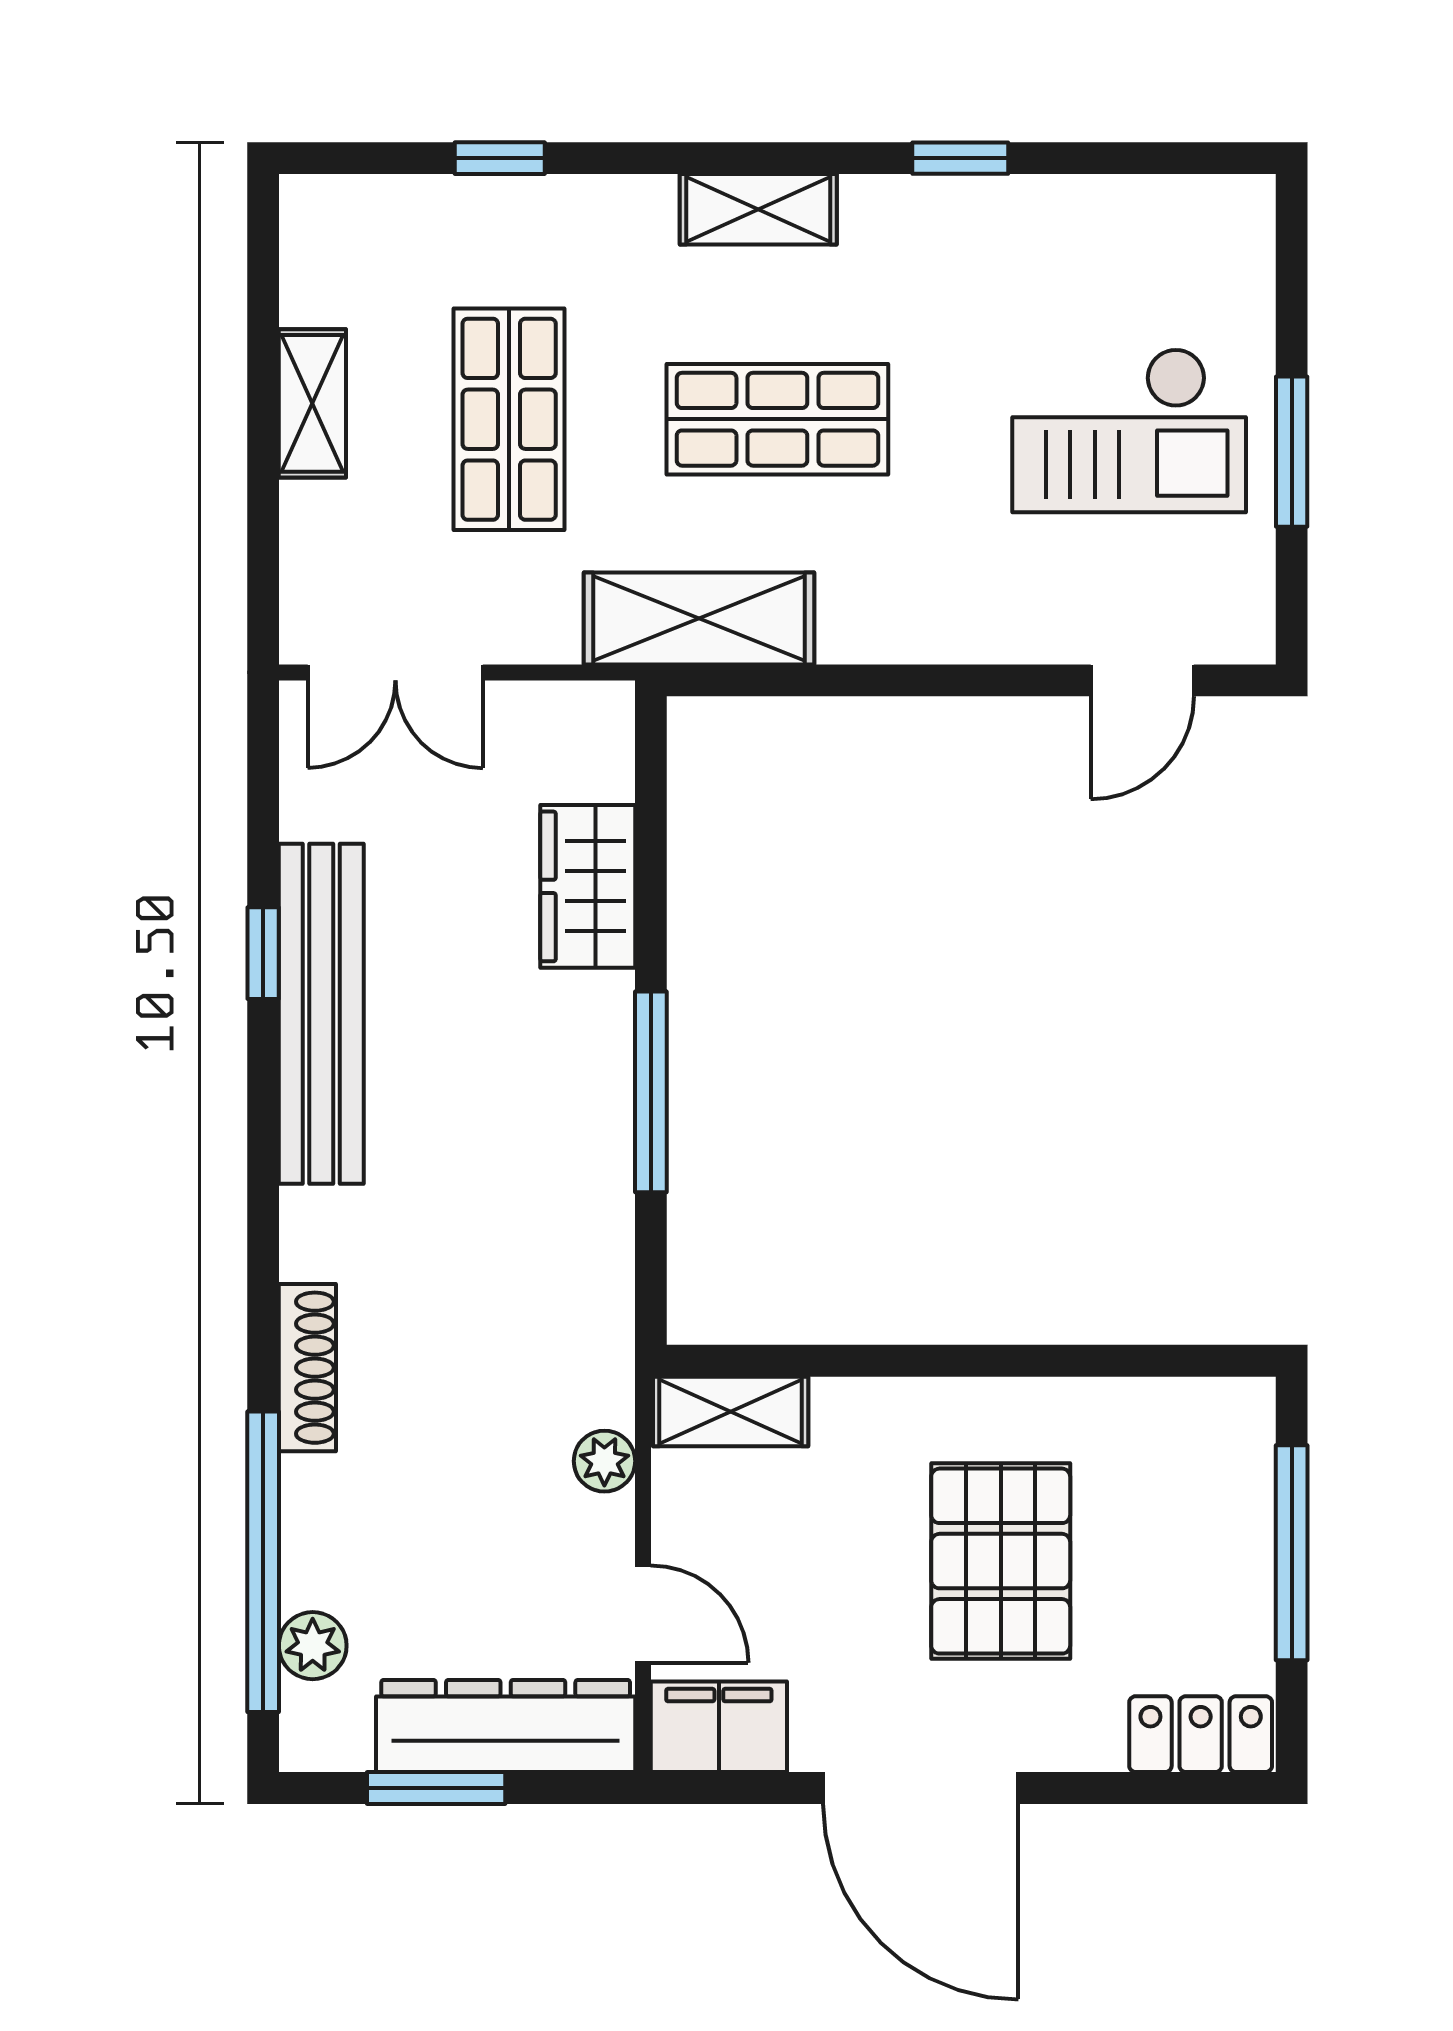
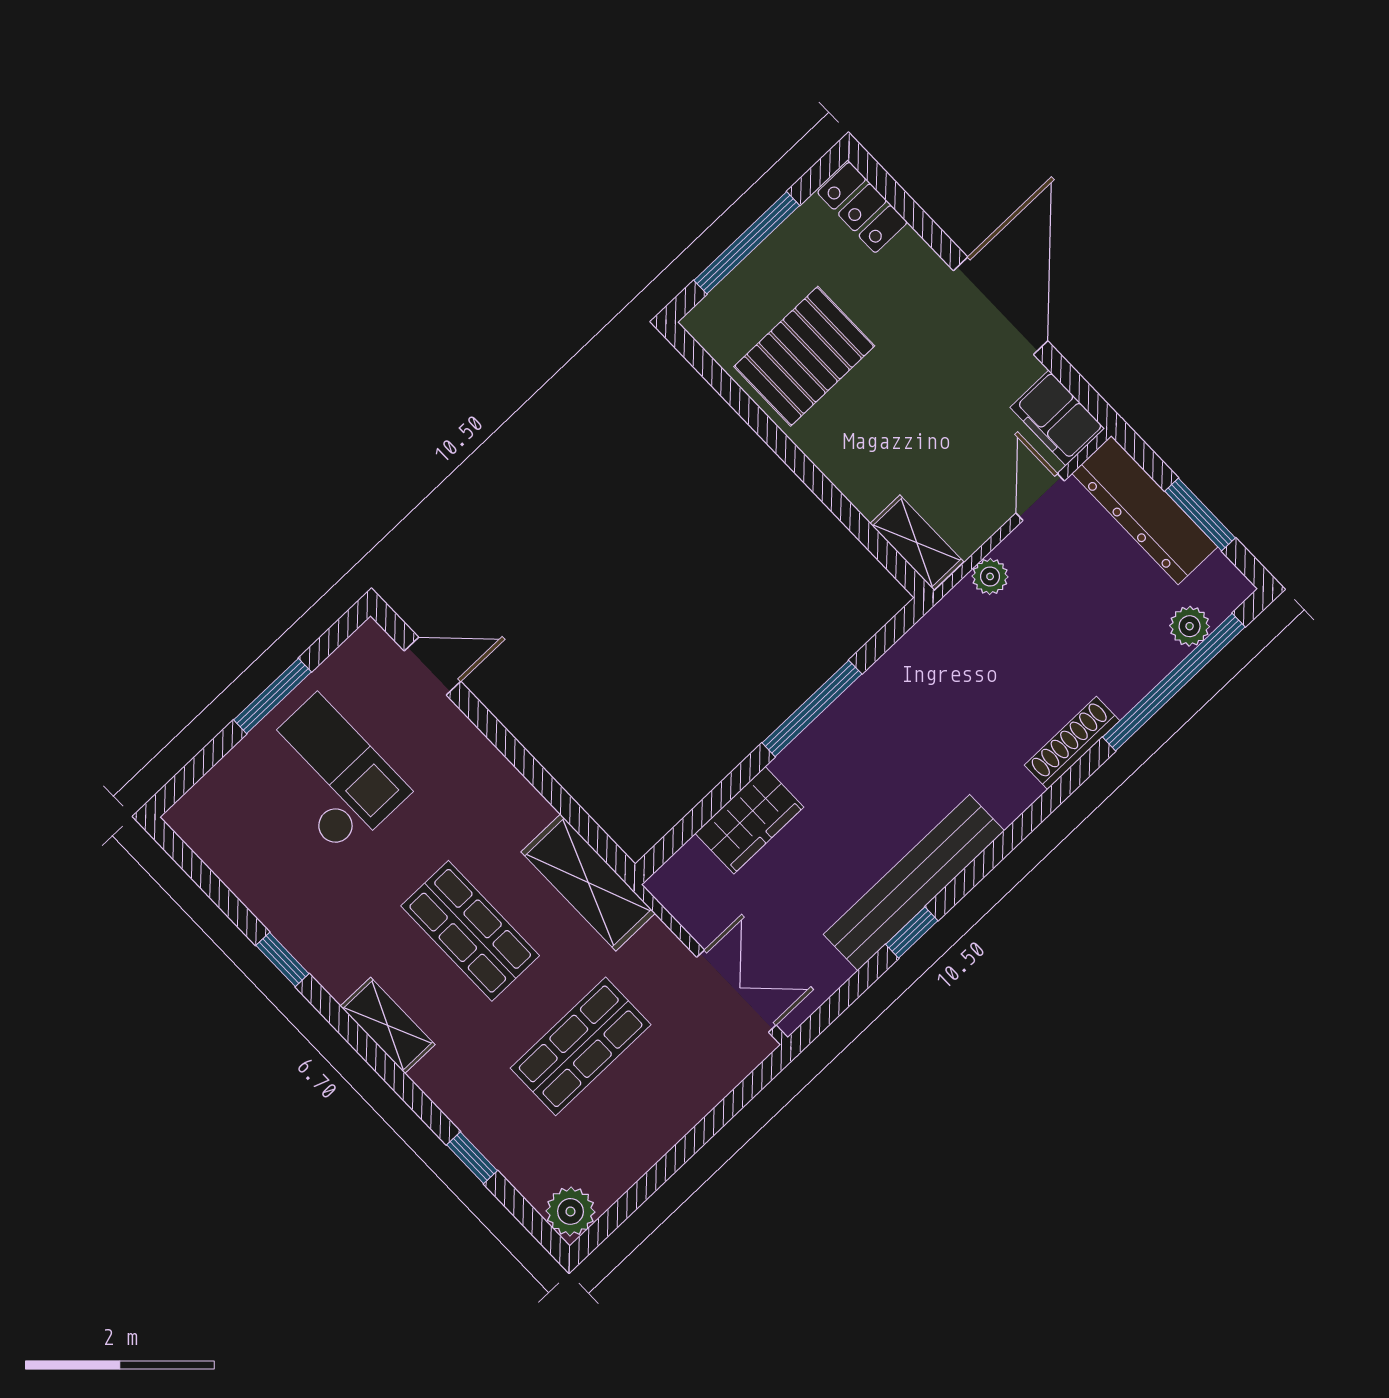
plant: (320, 215) -> (570, 1211), added
shelving: (312, 403) -> (655, 1138), removed
pallet: (1001, 1561) -> (804, 356), moved

